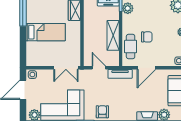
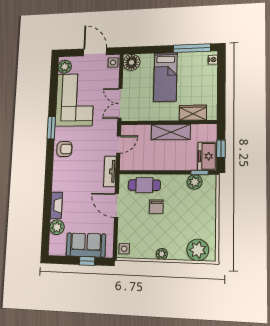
shelving: (113, 35) -> (171, 132), moved
floor lamp: (33, 59) -> (132, 62), added

